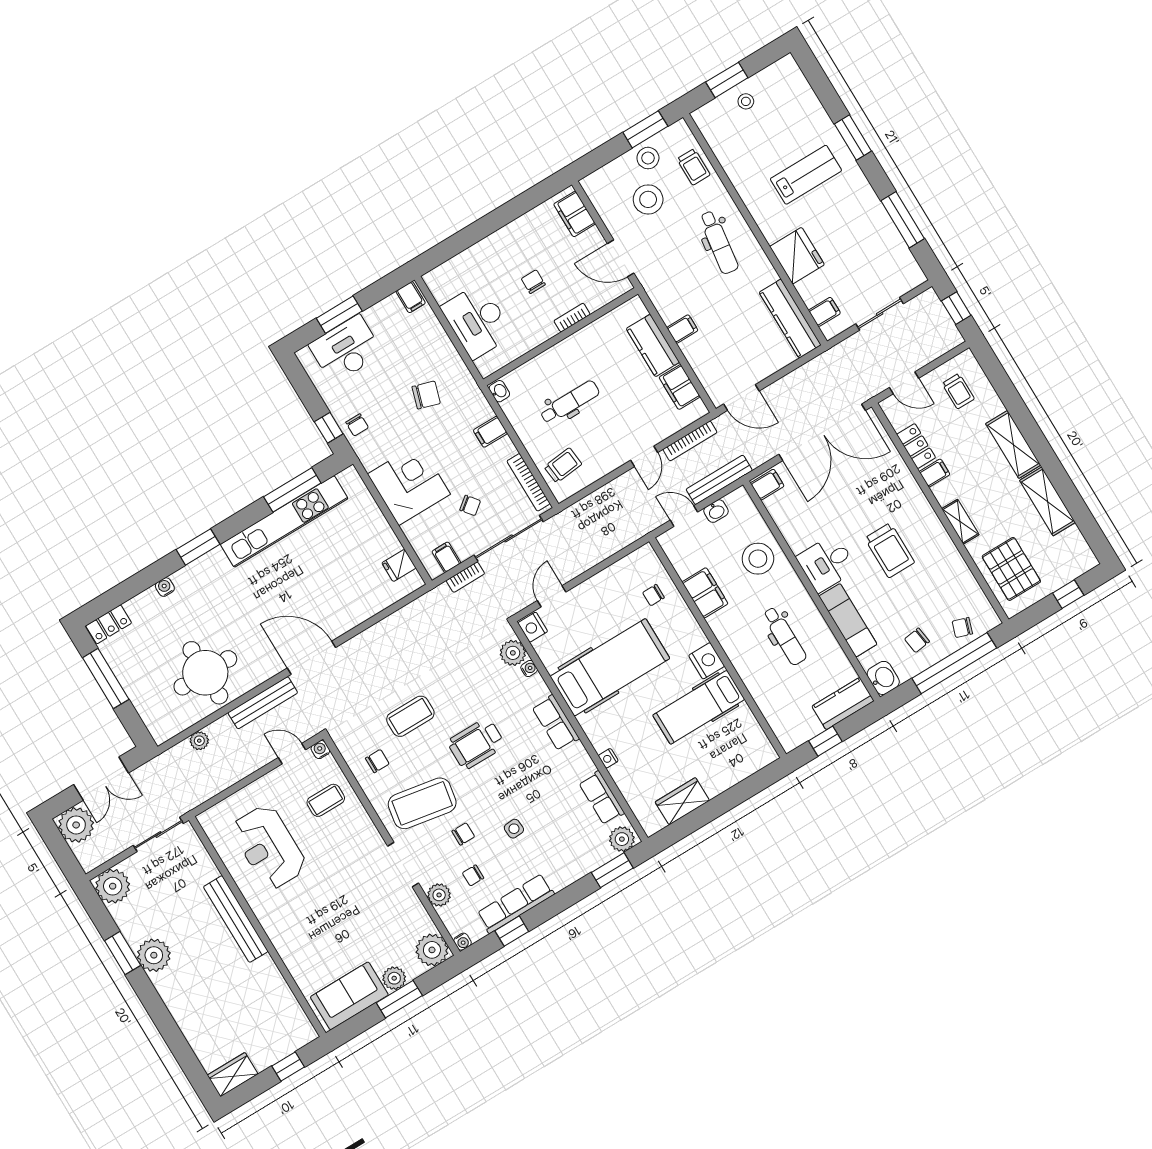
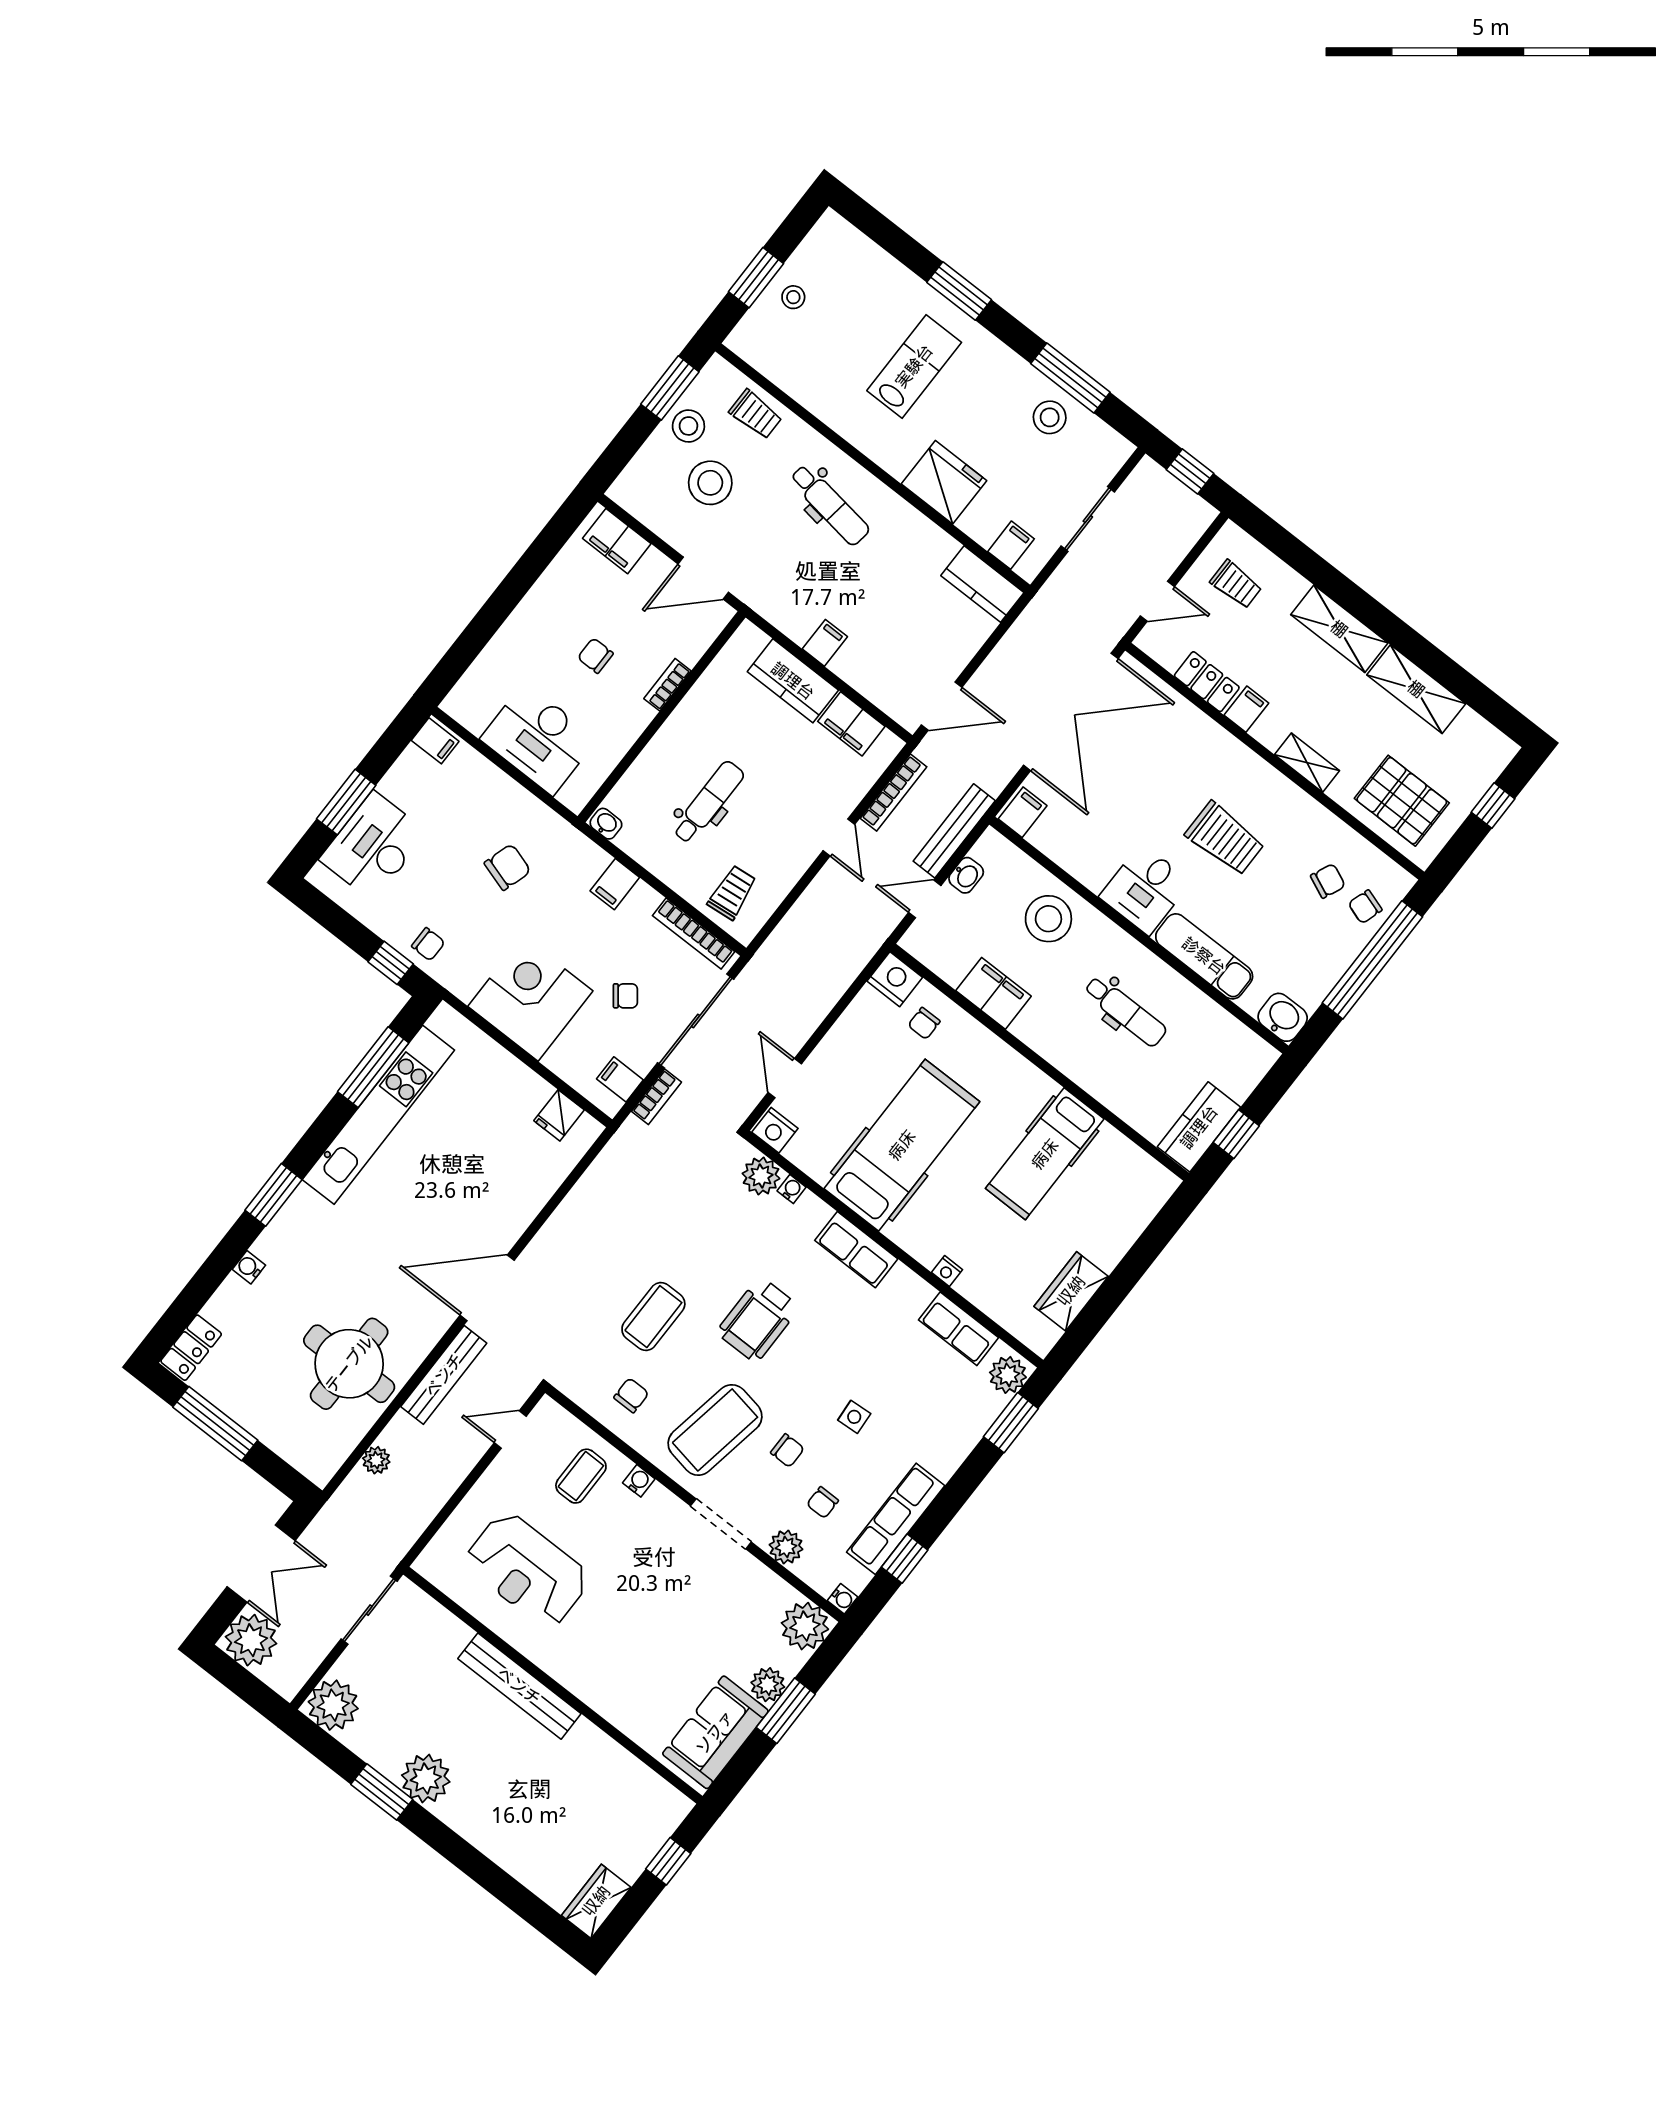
stool: (880, 240) -> (1050, 417), added
kitchen counter: (790, 319) -> (982, 584), width x0.67
chair: (917, 640) -> (1328, 881), moved, turned -148
nightstand: (707, 661) -> (895, 979), moved
kitchen counter: (843, 704) -> (1199, 1127), moved
water cooler: (320, 750) -> (639, 1481), moved, turned 90
chair: (463, 834) -> (787, 1451), turned 90

